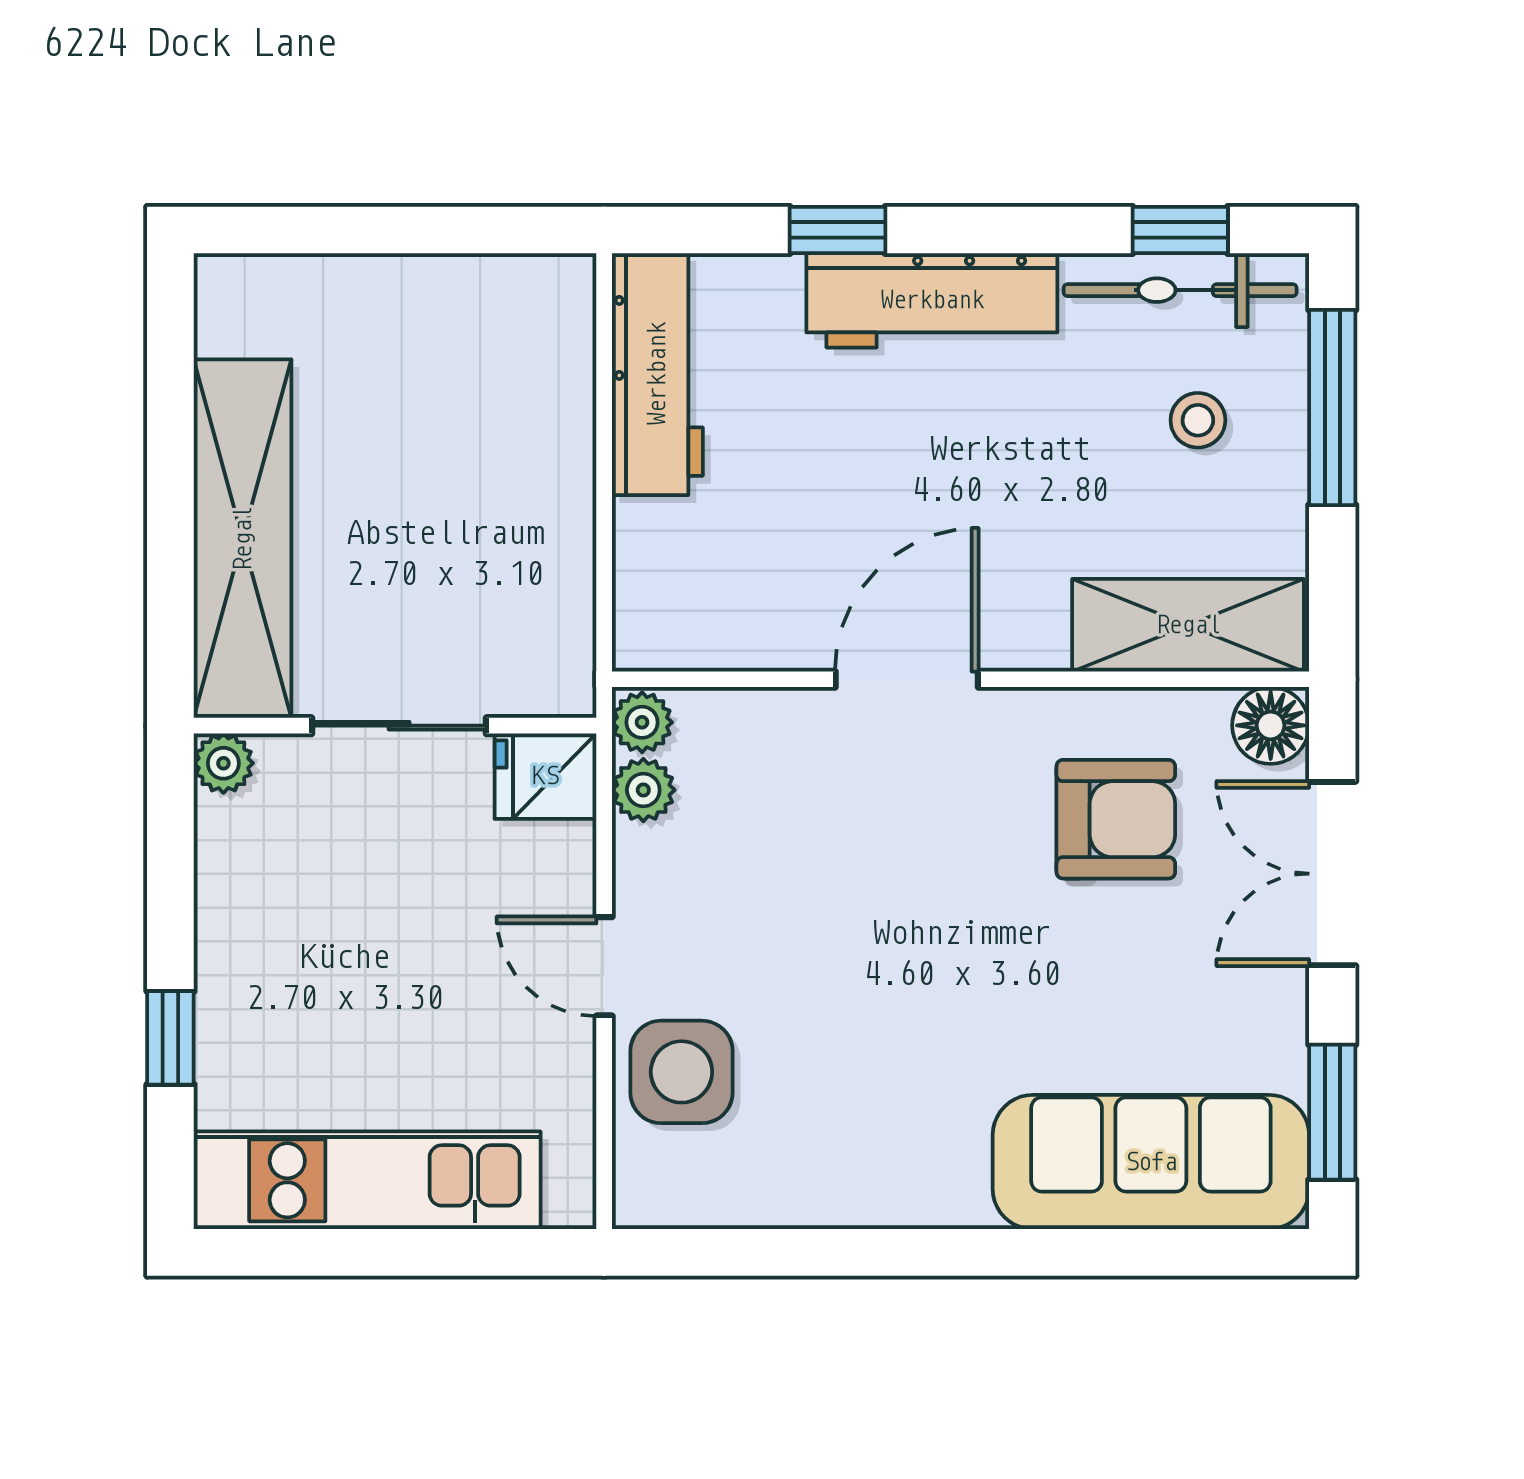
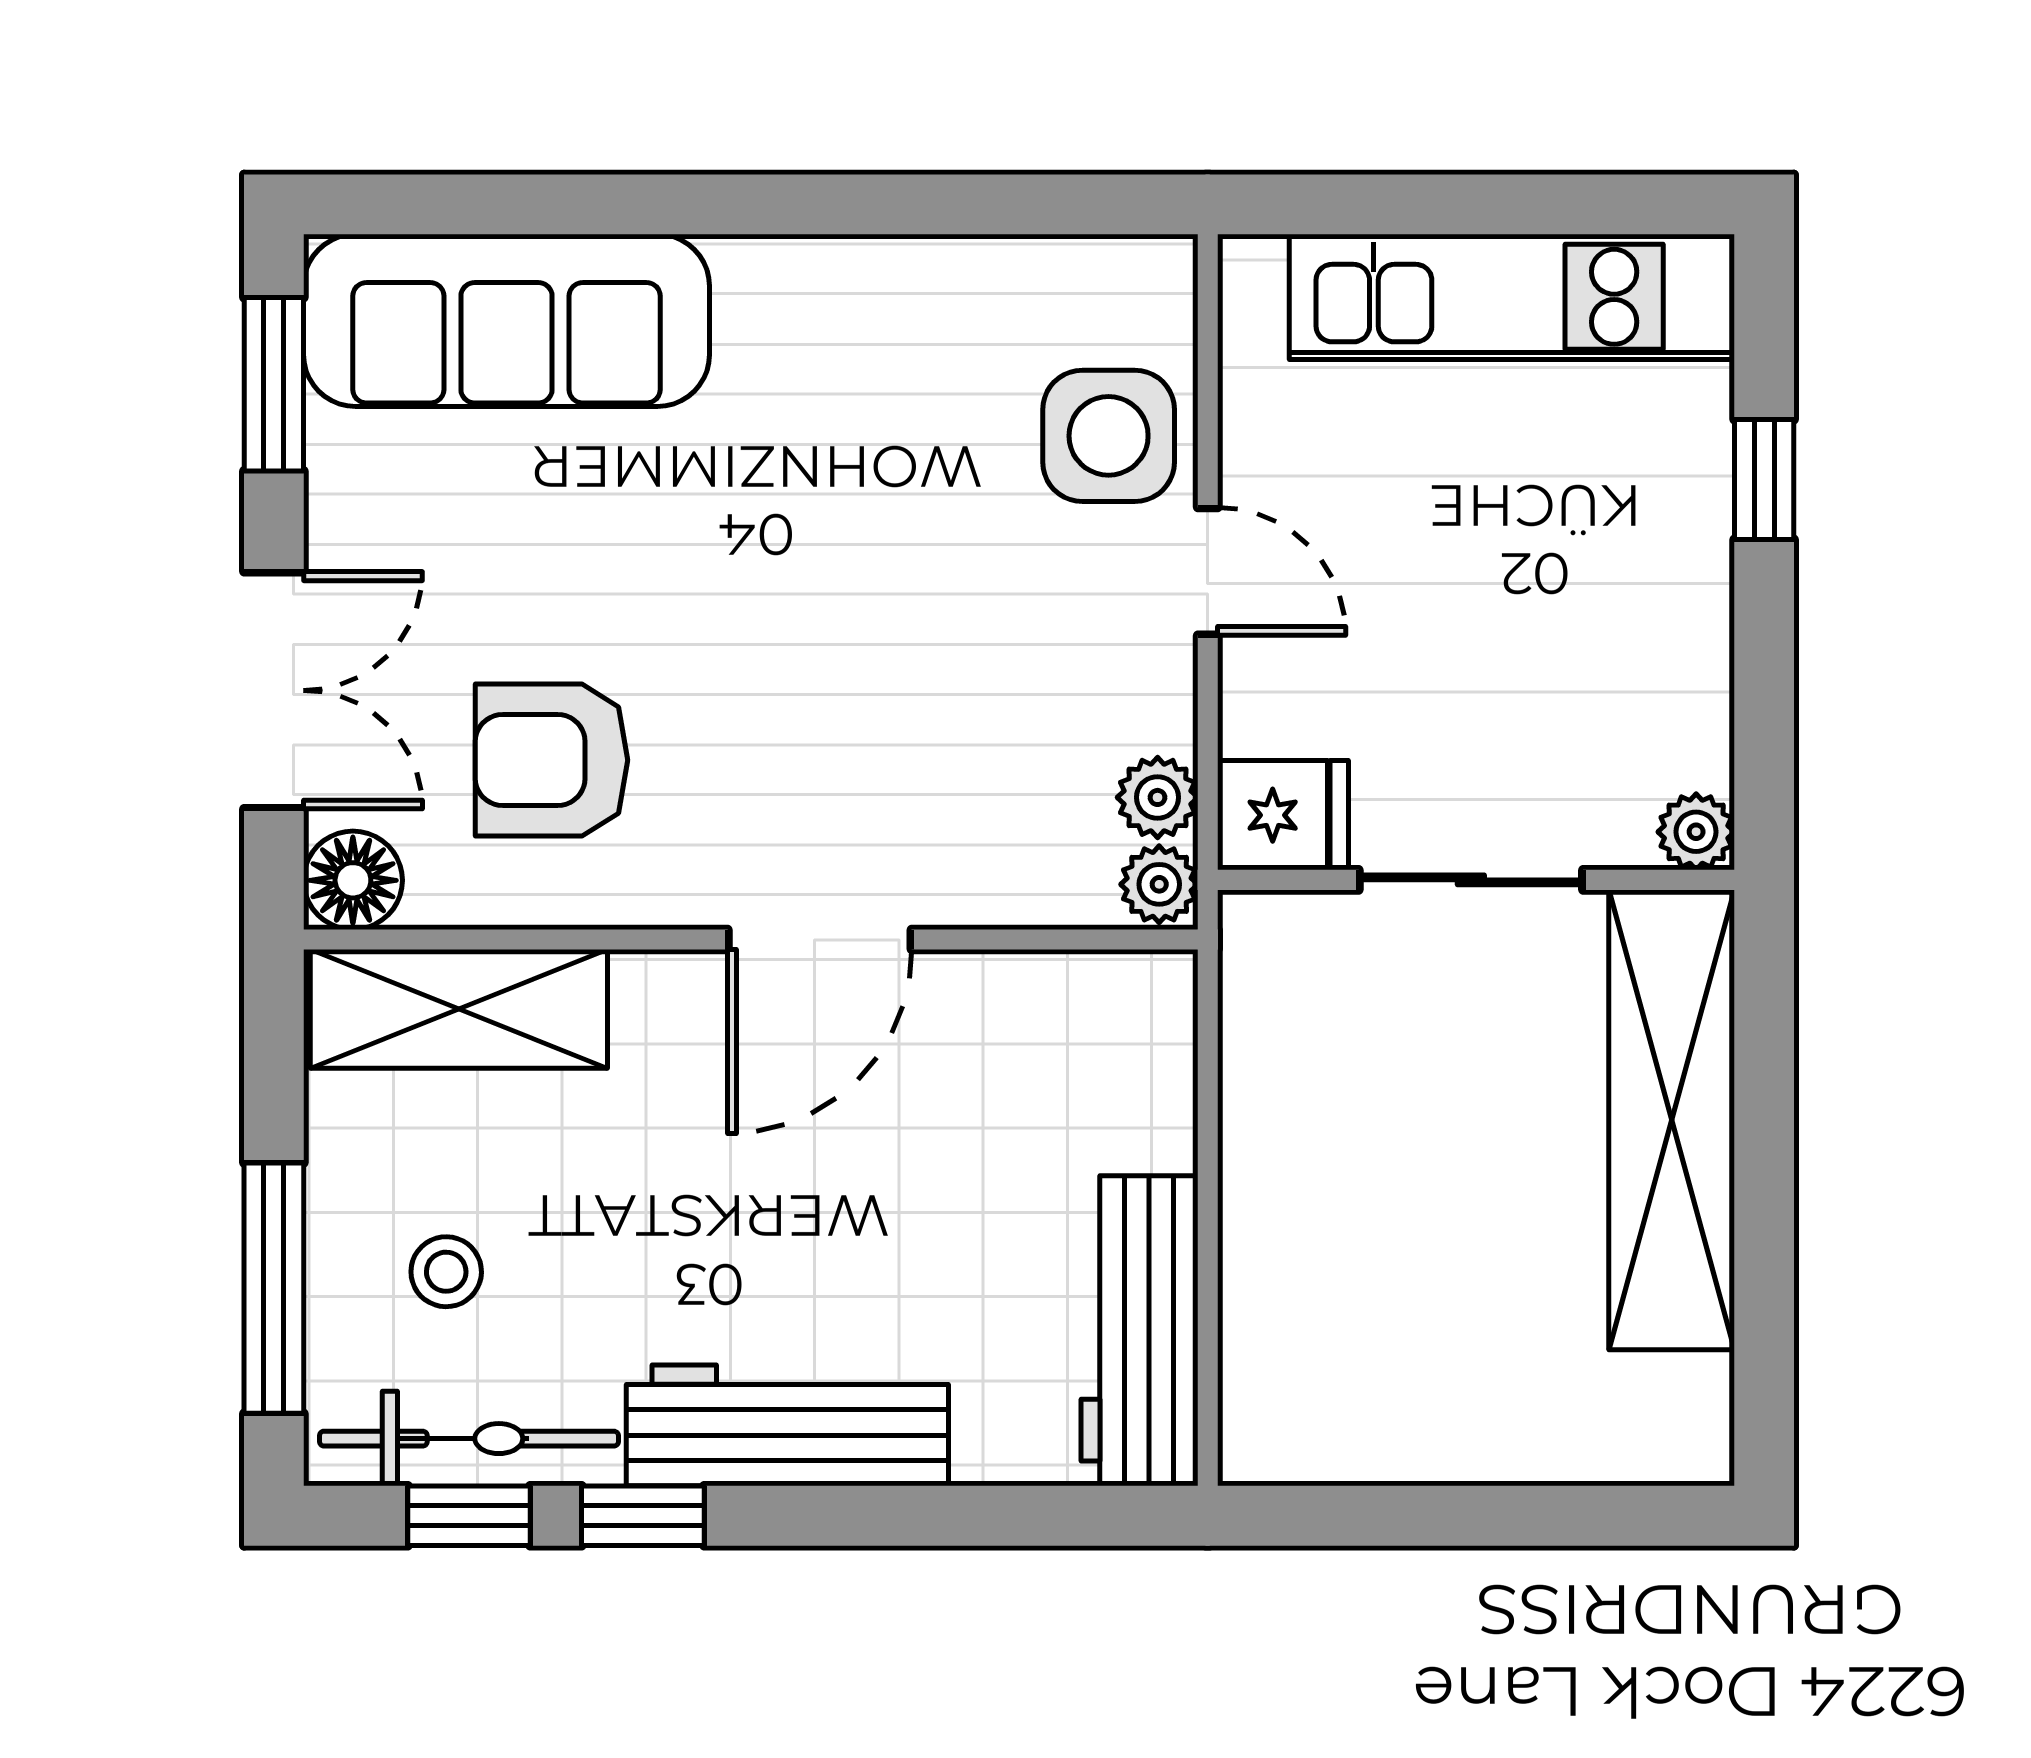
window: (838, 230) -> (643, 1516), moved

